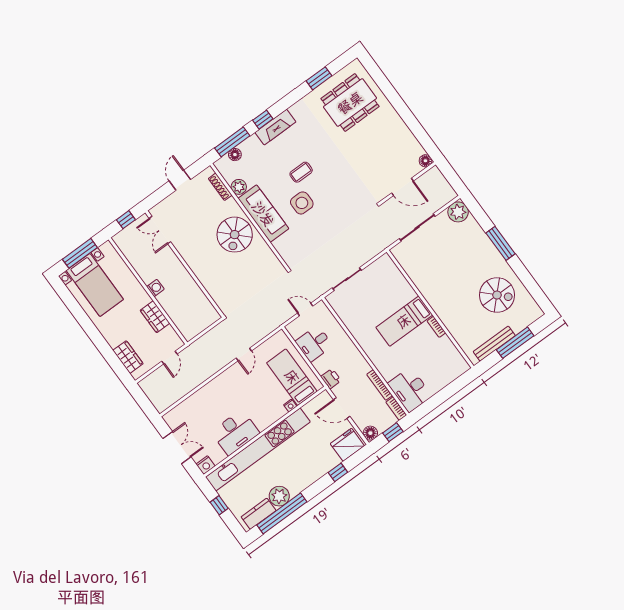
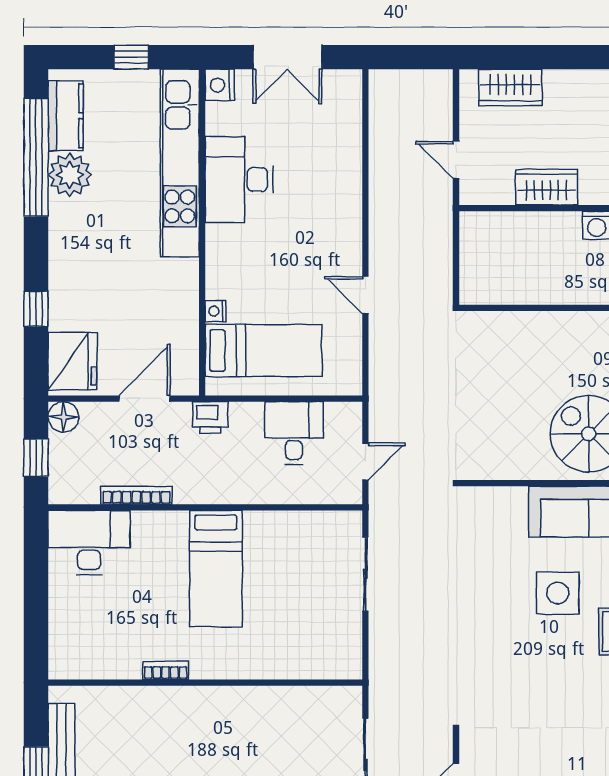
bed: (404, 321) -> (216, 569), moved, turned 180
bookcase: (396, 409) -> (73, 494), removed
kitchen unit: (258, 449) -> (180, 163), width x0.73

